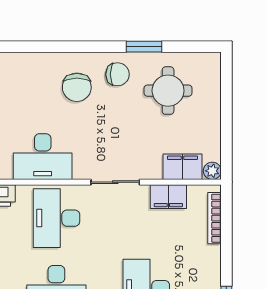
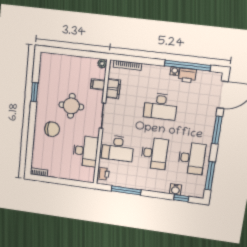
chair: (118, 74) -> (47, 108), removed
round table: (168, 91) -> (71, 106), moved
filing cabinet: (182, 167) -> (98, 84), width x0.50

